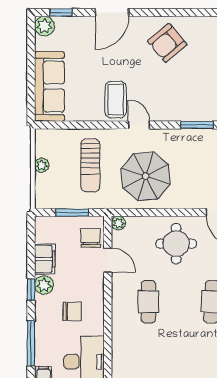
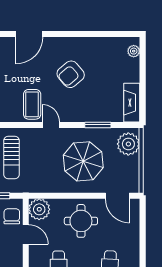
armchair: (167, 43) -> (71, 74), moved
parasol: (146, 176) -> (83, 161), moved
plant: (118, 223) -> (39, 209), width x1.88, depth x1.88

